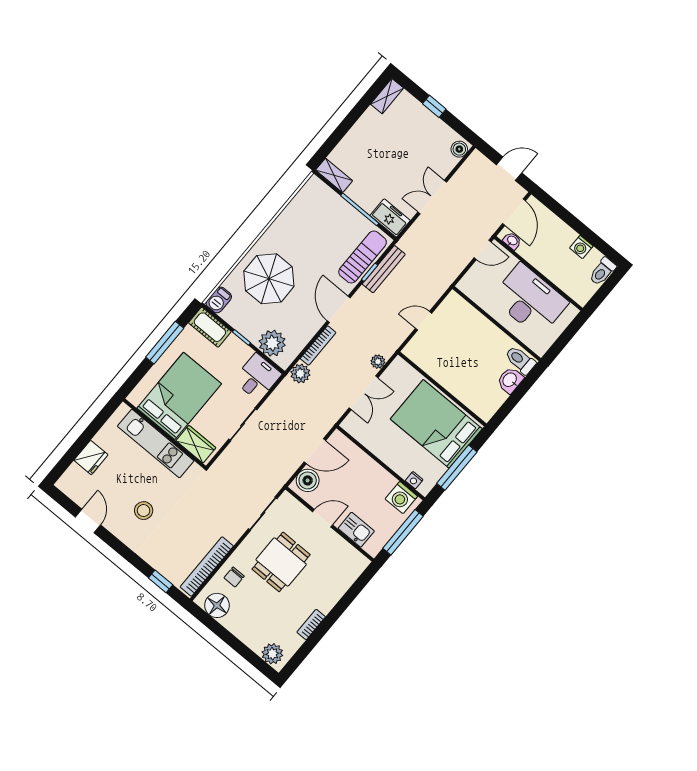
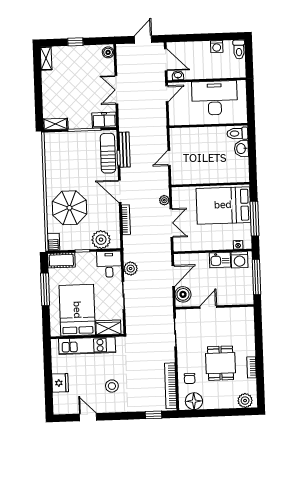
plant: (300, 374) -> (131, 269), moved
kitchen sink: (356, 530) -> (220, 260), moved, turned 180
dining table: (281, 562) -> (221, 363), moved

